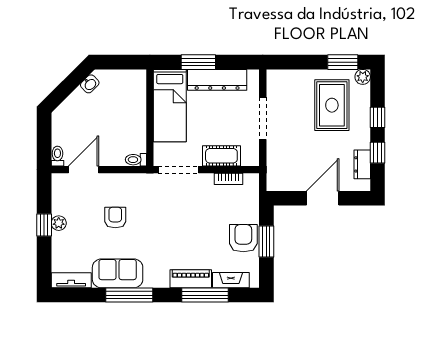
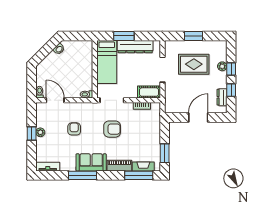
window: (343, 62) -> (193, 36), moved
plant: (363, 77) -> (222, 66), moved
rug: (332, 105) -> (194, 64), moved, turned 90
cot: (221, 156) -> (149, 92), moved
door: (84, 170) -> (55, 100), hinge flipped
armchair: (243, 238) -> (112, 129), moved, turned 90
window: (266, 241) -> (165, 153), moved
sofa: (118, 273) -> (91, 162), moved
window: (205, 295) -> (139, 175), moved

